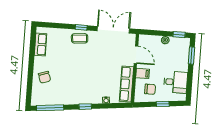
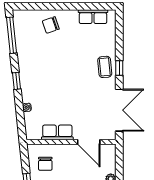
door: (136, 55) -> (89, 142), hinge flipped
filing cabinet: (143, 73) -> (65, 152), removed
row of seats: (126, 84) -> (57, 132), width x0.68

